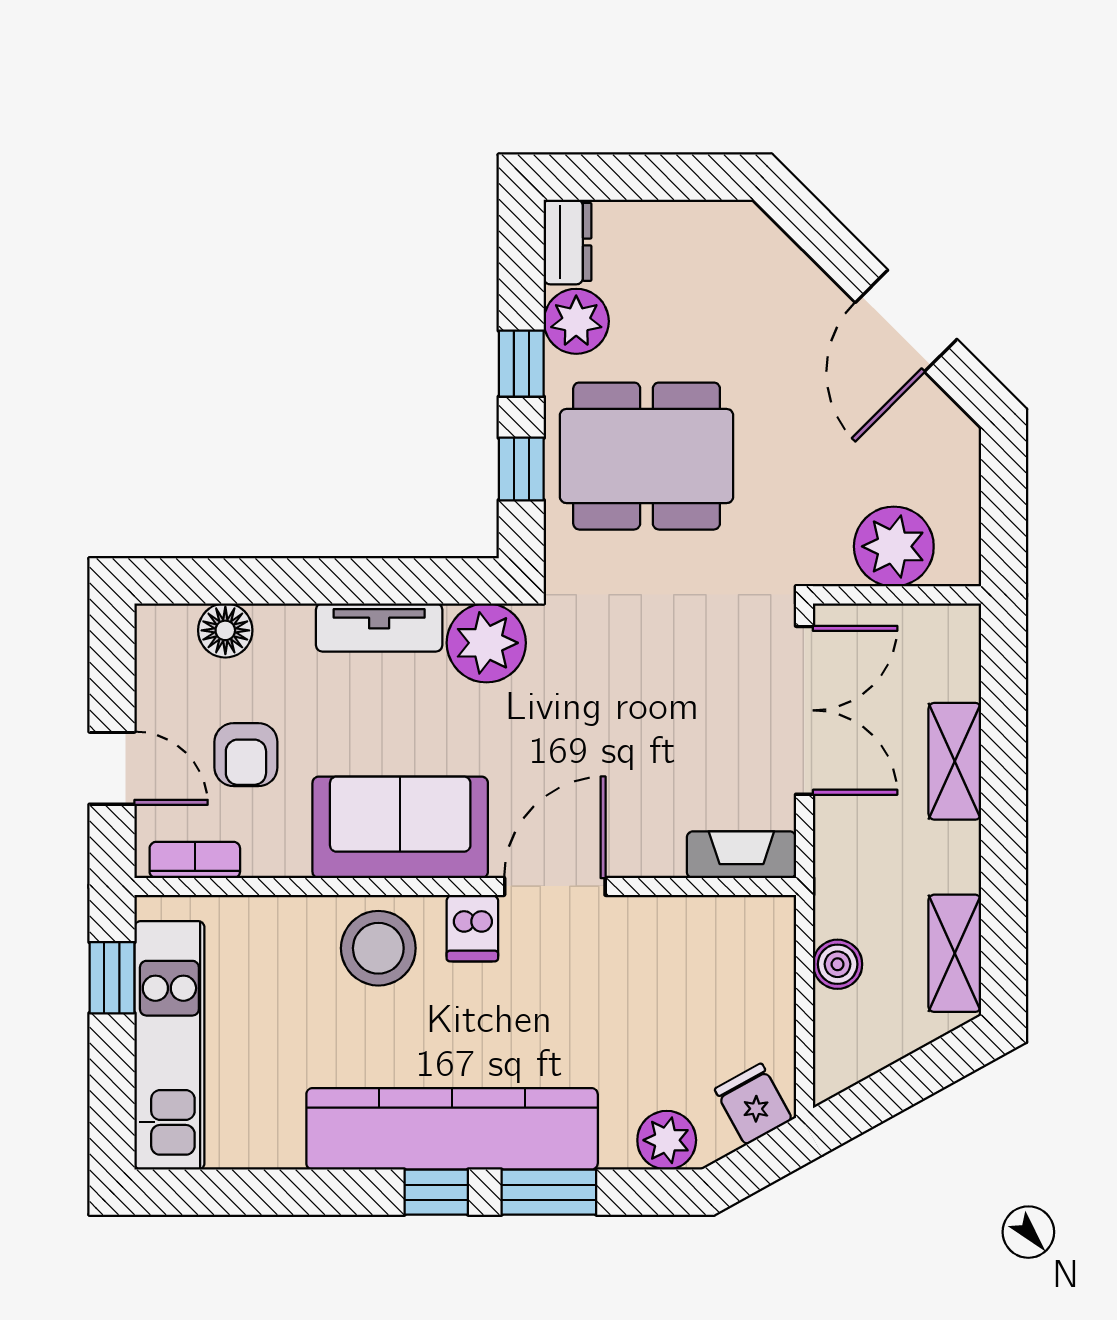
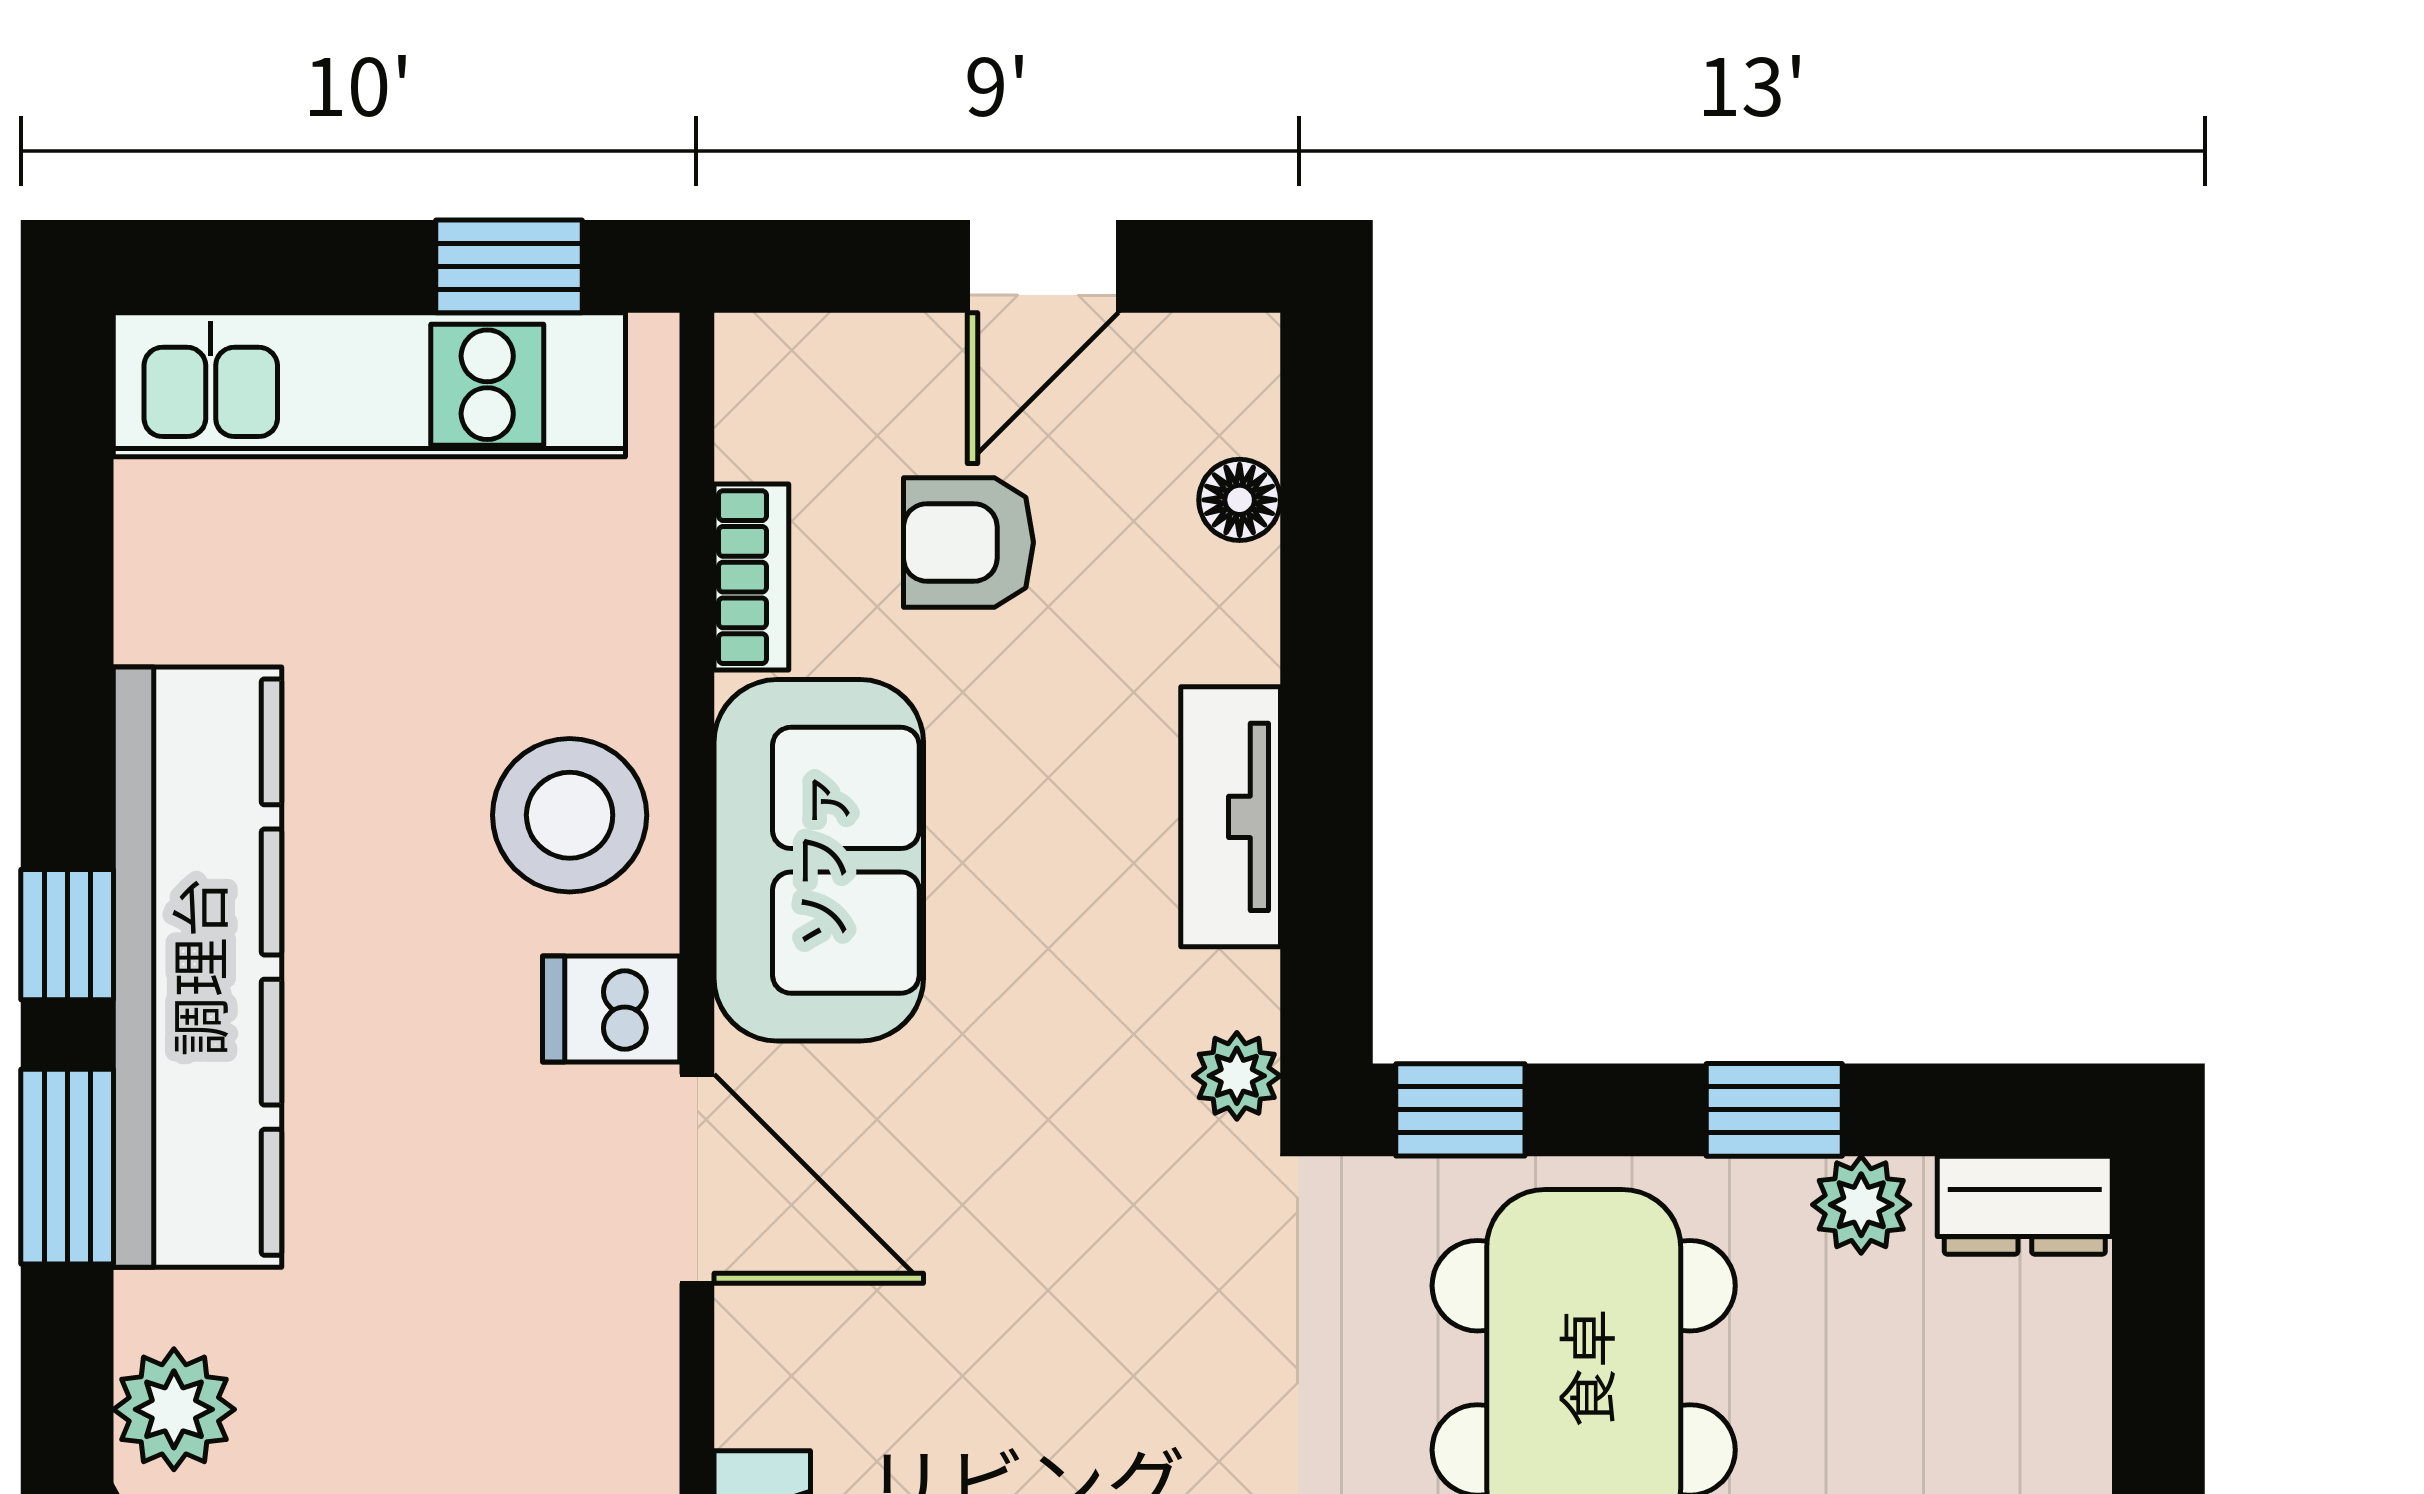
plant: (576, 321) -> (1861, 1205), width x0.73, depth x0.73
window: (521, 469) -> (1460, 1110), moved
floor lamp: (225, 630) -> (1240, 500), width x0.73, depth x0.73
plant: (486, 643) -> (1237, 1076), width x0.53, depth x0.53
door: (112, 768) -> (1043, 266), moved
bookcase: (195, 860) -> (751, 577), moved

